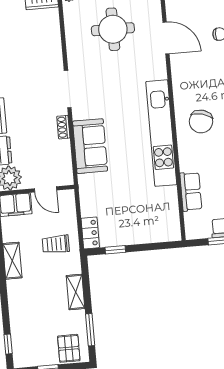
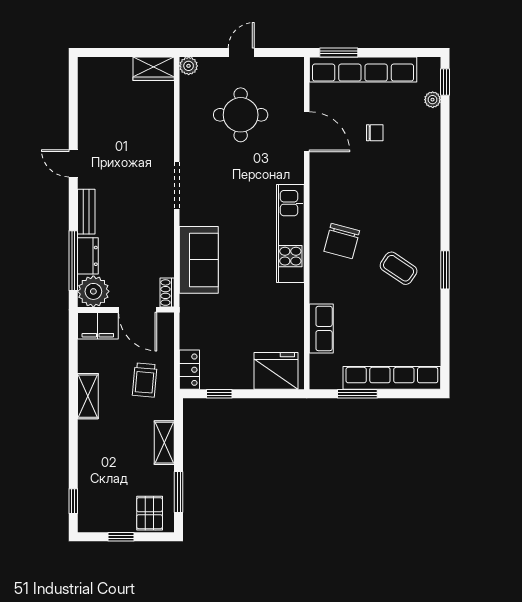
shoe rack: (63, 127) -> (167, 293), moved
kitchen unit: (161, 133) -> (290, 234), width x0.73
door: (45, 189) -> (138, 310), width x1.38
fridge: (158, 228) -> (276, 371), added
trolley: (56, 244) -> (145, 380), turned -85

